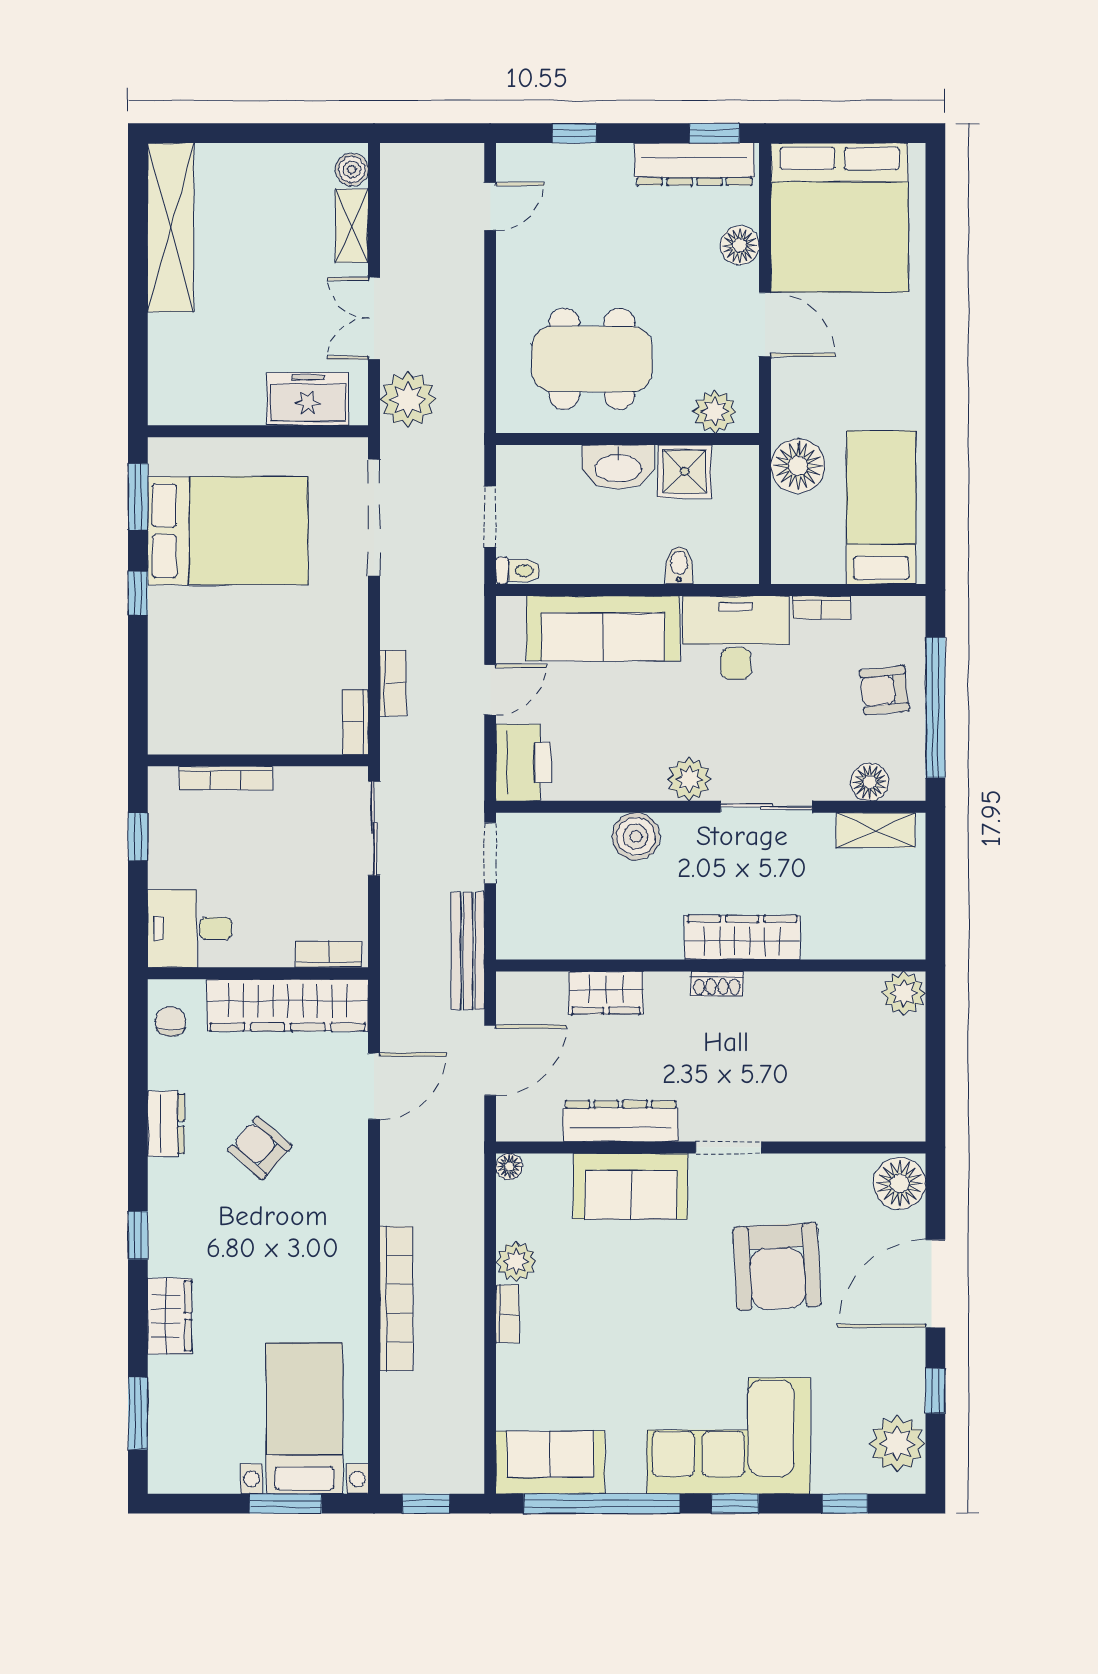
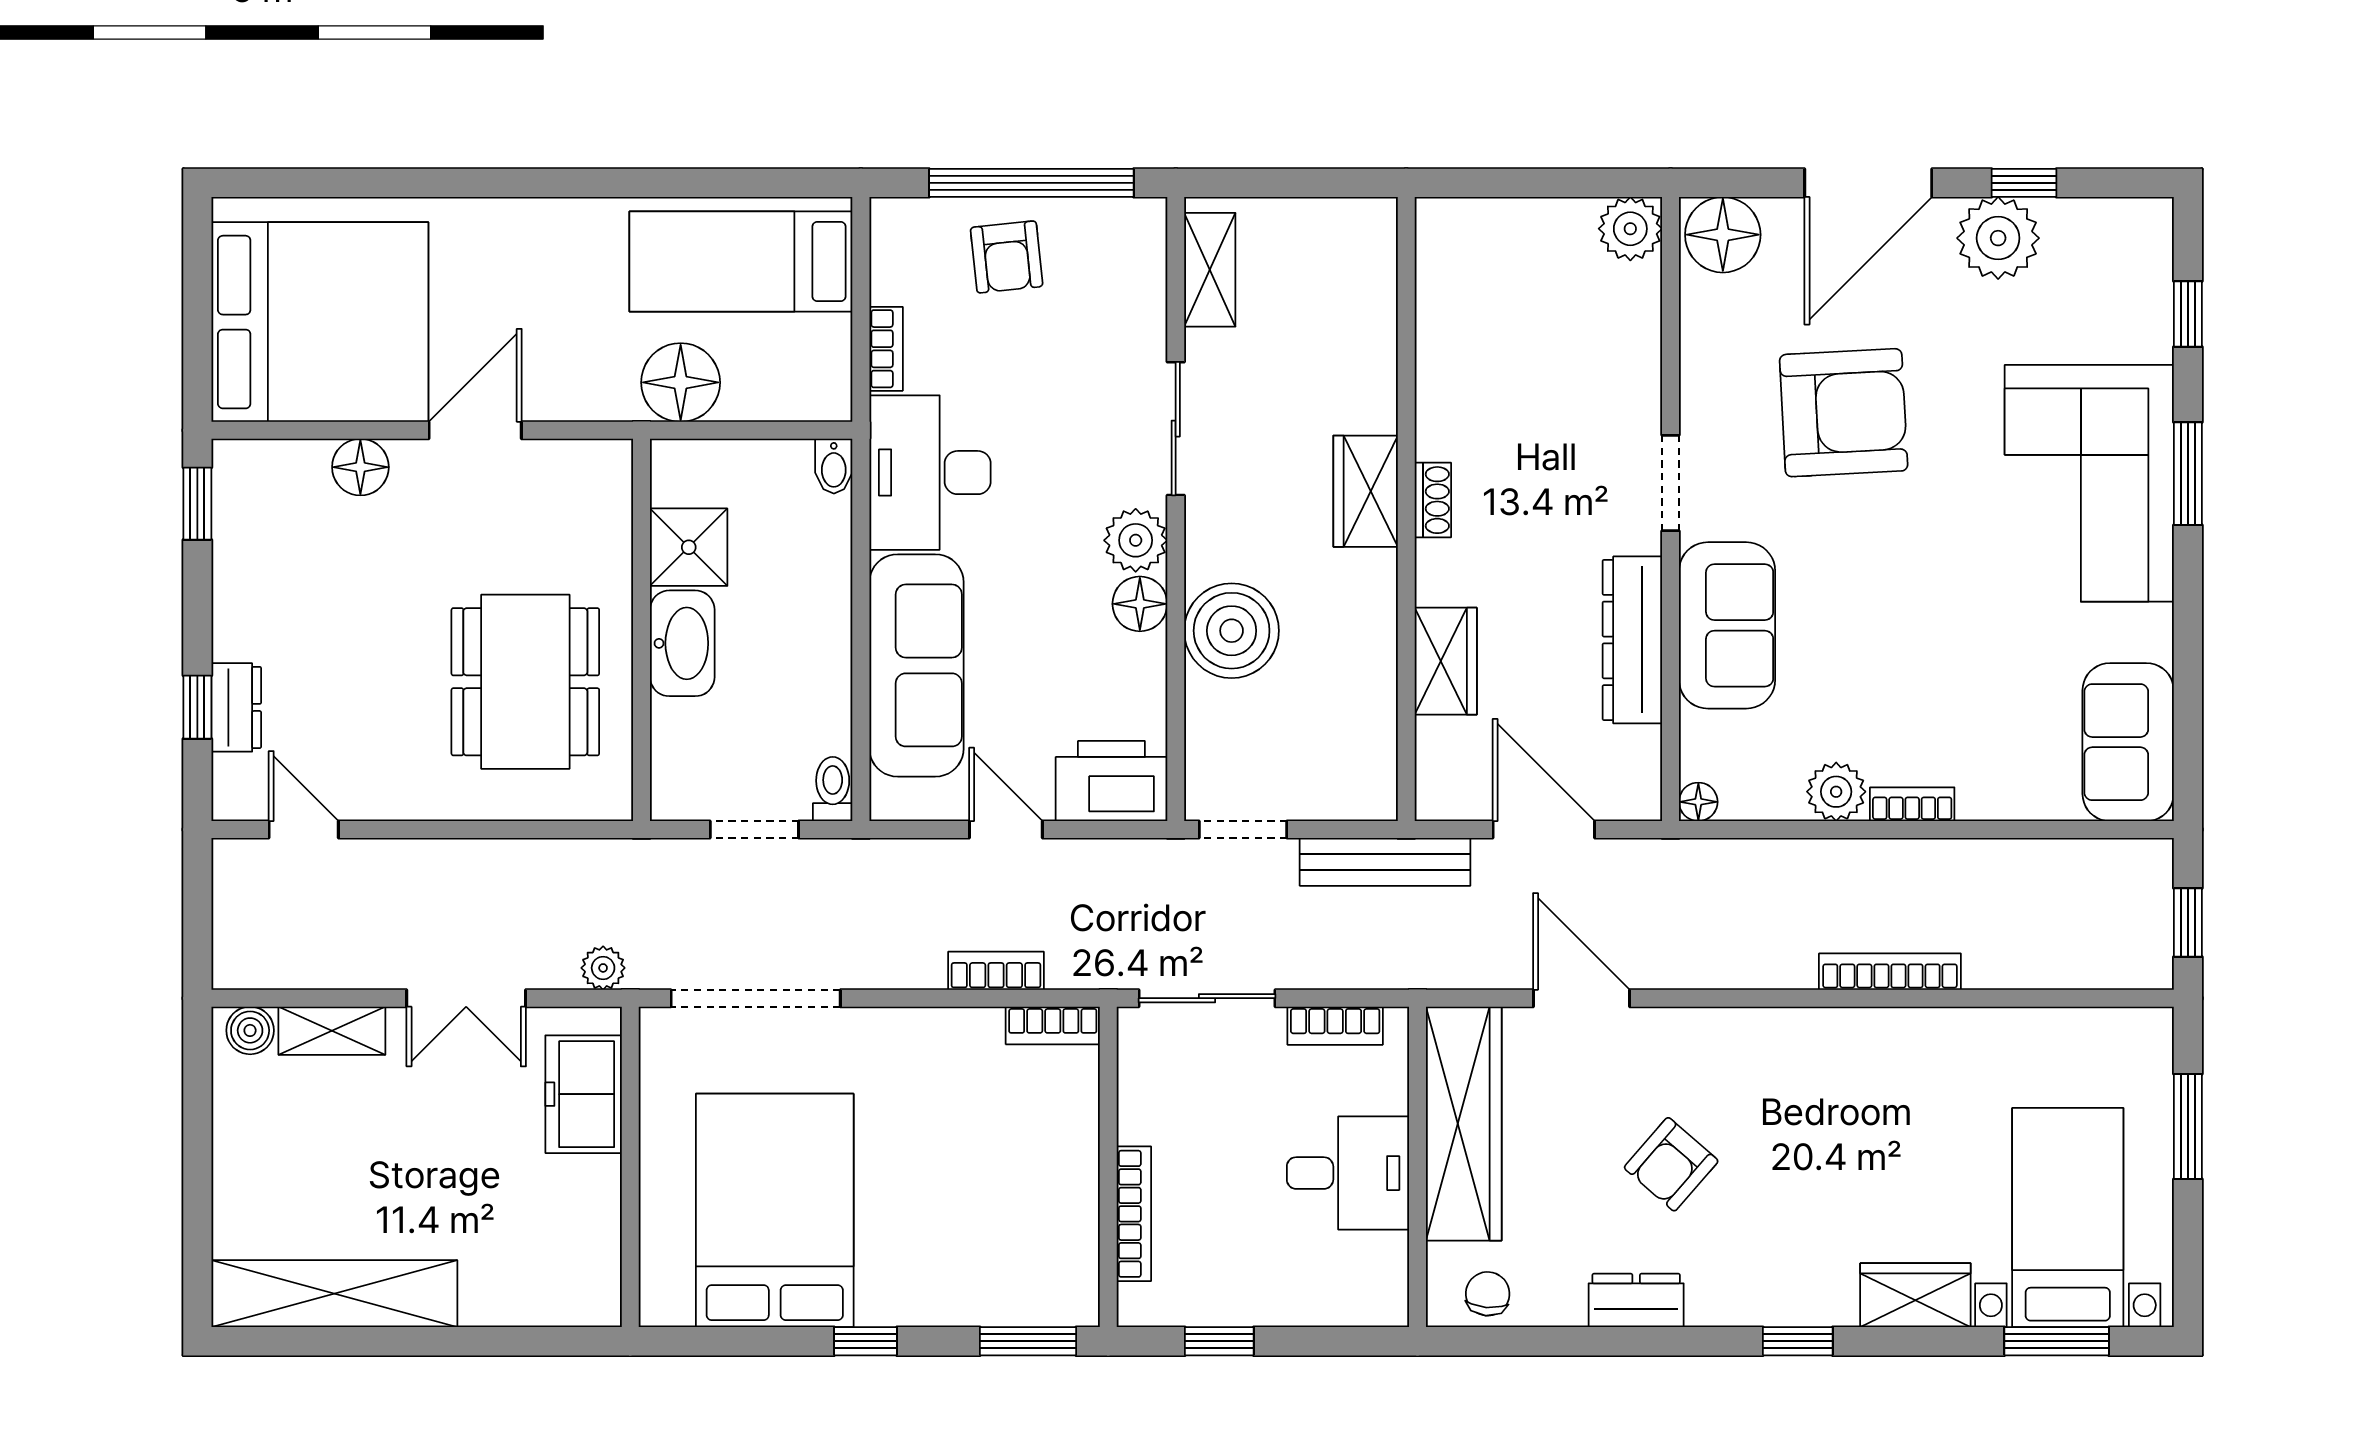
dresser: (694, 164) -> (236, 707), moved, width x0.51, depth x0.80
plant: (408, 399) -> (603, 968), width x0.53, depth x0.53
plant: (715, 412) -> (602, 503), removed
window: (138, 497) -> (1028, 1341), moved
bidet: (679, 565) -> (834, 466), moved, turned -90
floor lamp: (870, 782) -> (1140, 604), moved
boiler: (636, 836) -> (1232, 631), width x1.37, depth x1.37
desk: (190, 928) -> (1348, 1173), moved, turned -90
wardrobe: (742, 937) -> (1366, 491), width x0.67
bookcase: (329, 954) -> (1335, 1026), moved, turned -90
plant: (904, 993) -> (1630, 229), moved
chair: (170, 1022) -> (1488, 1294), turned 95
door: (935, 1284) -> (1868, 183), hinge flipped
bookcase: (396, 1299) -> (1890, 972), width x0.68, depth x0.76
bed with nightstands: (304, 1418) -> (2068, 1218), moved, turned 90
plant: (897, 1444) -> (1998, 238), moved
window: (602, 1504) -> (2188, 667), removed
window: (735, 1504) -> (2188, 474), width x1.50

